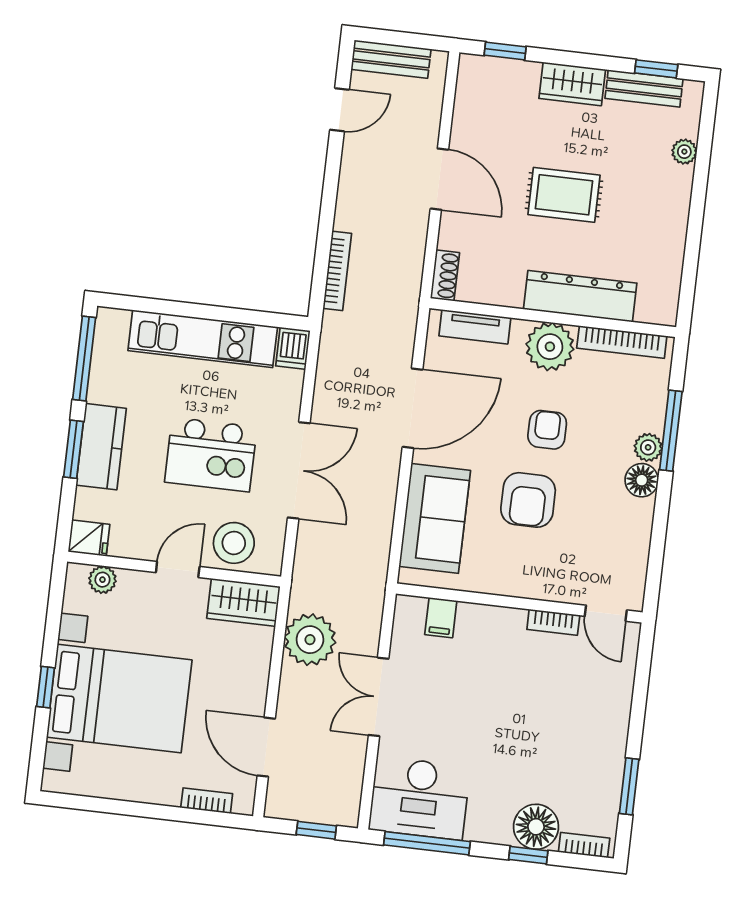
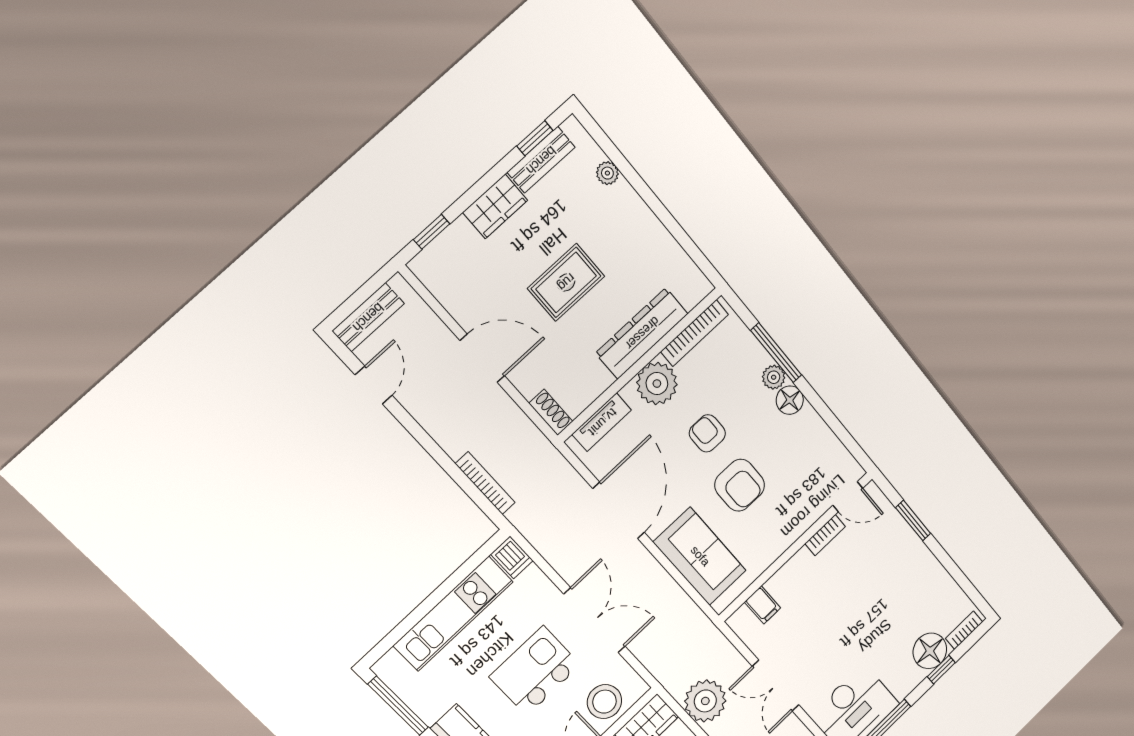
kitchen island: (211, 455) -> (535, 671), turned 180
window: (629, 786) -> (913, 520), moved

